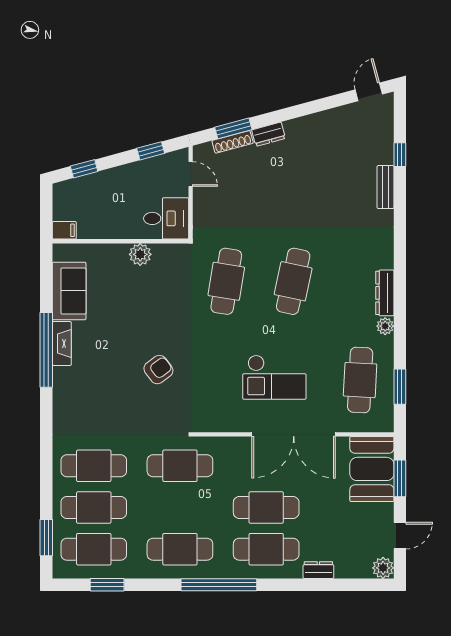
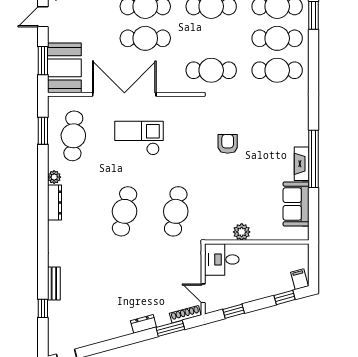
shoe rack: (233, 142) -> (185, 314), moved
filing cabinet: (64, 230) -> (300, 279), moved, turned 75
armchair: (158, 370) -> (228, 144), turned 127

